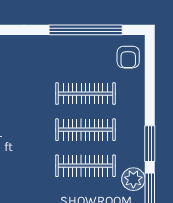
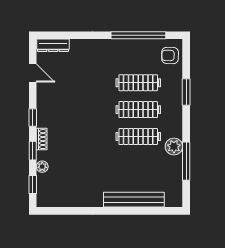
armchair: (128, 57) -> (170, 55), turned 91
window: (150, 144) -> (186, 92), moved

